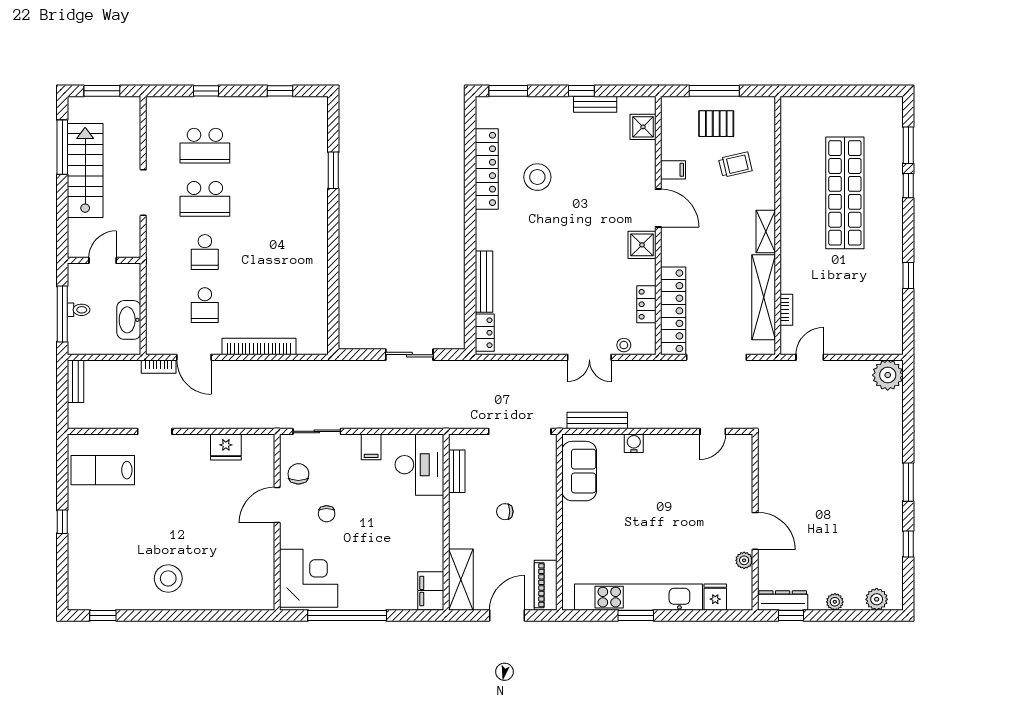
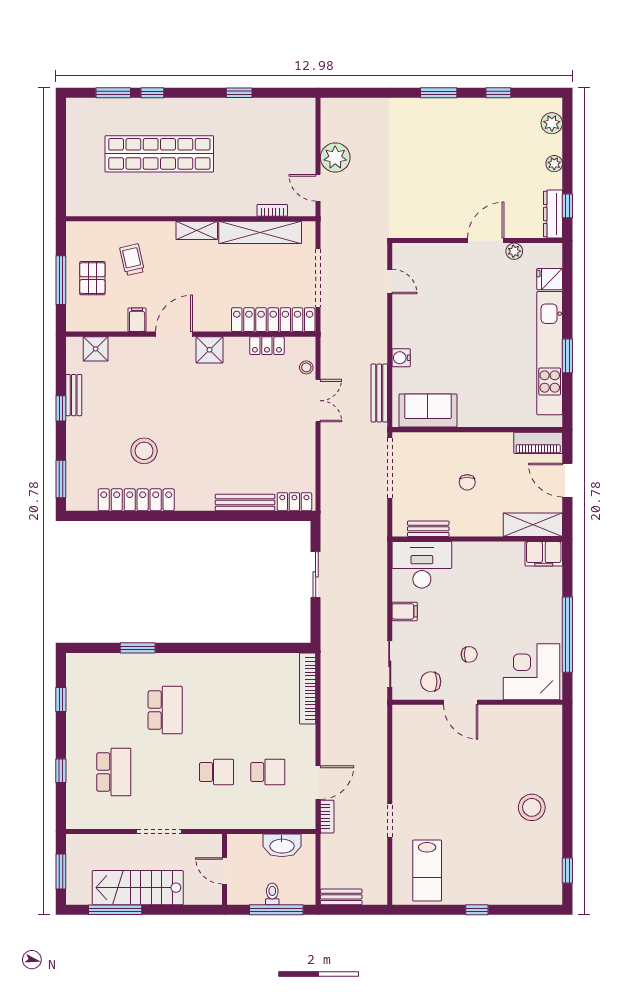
school desk: (205, 199) -> (165, 710), moved
bookcase: (259, 346) -> (308, 689), moved
plant: (888, 375) -> (335, 158), moved
fridge: (226, 447) -> (405, 752), removed

